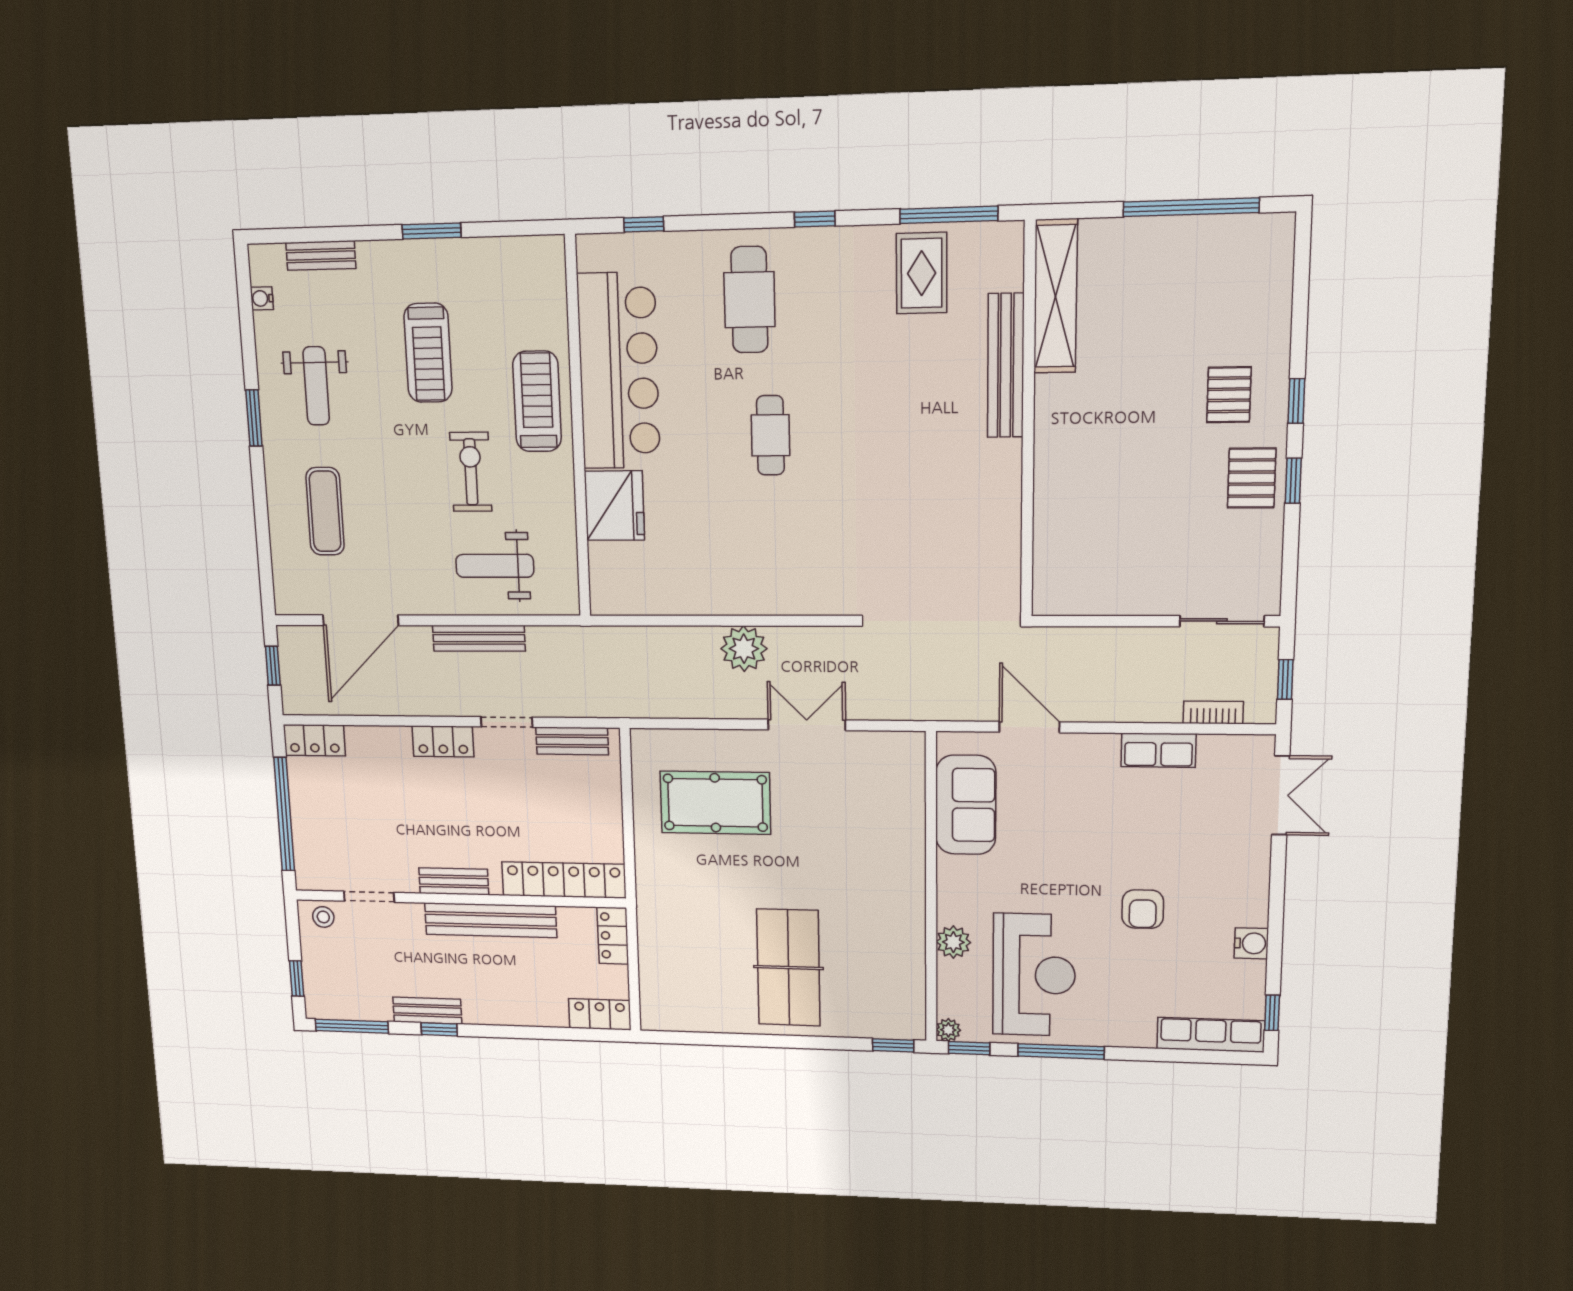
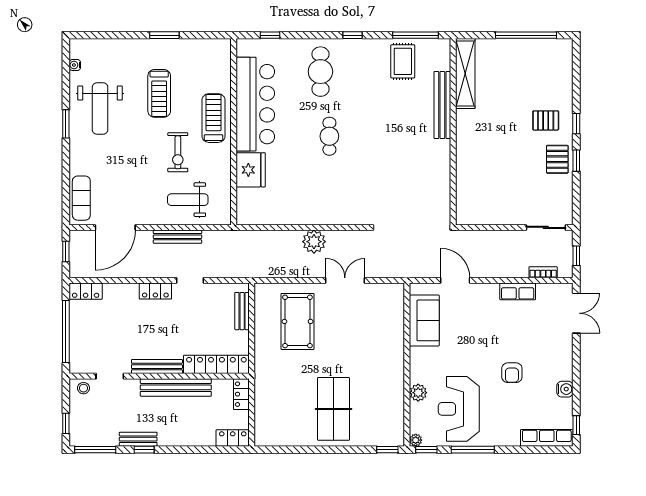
bench: (321, 256) -> (107, 45), removed
weight bench: (316, 386) -> (100, 108), width x1.36, depth x1.33
pallet: (1229, 395) -> (546, 120), turned 90
exercise bike: (471, 472) -> (178, 152), turned 180
exercise mat: (325, 511) -> (81, 198), moved
bench: (572, 741) -> (242, 311), moved, turned 90
pool table: (715, 803) -> (297, 321), turned 90
bench: (454, 881) -> (157, 367), width x1.36
reception desk: (1034, 975) -> (459, 409), turned 180

